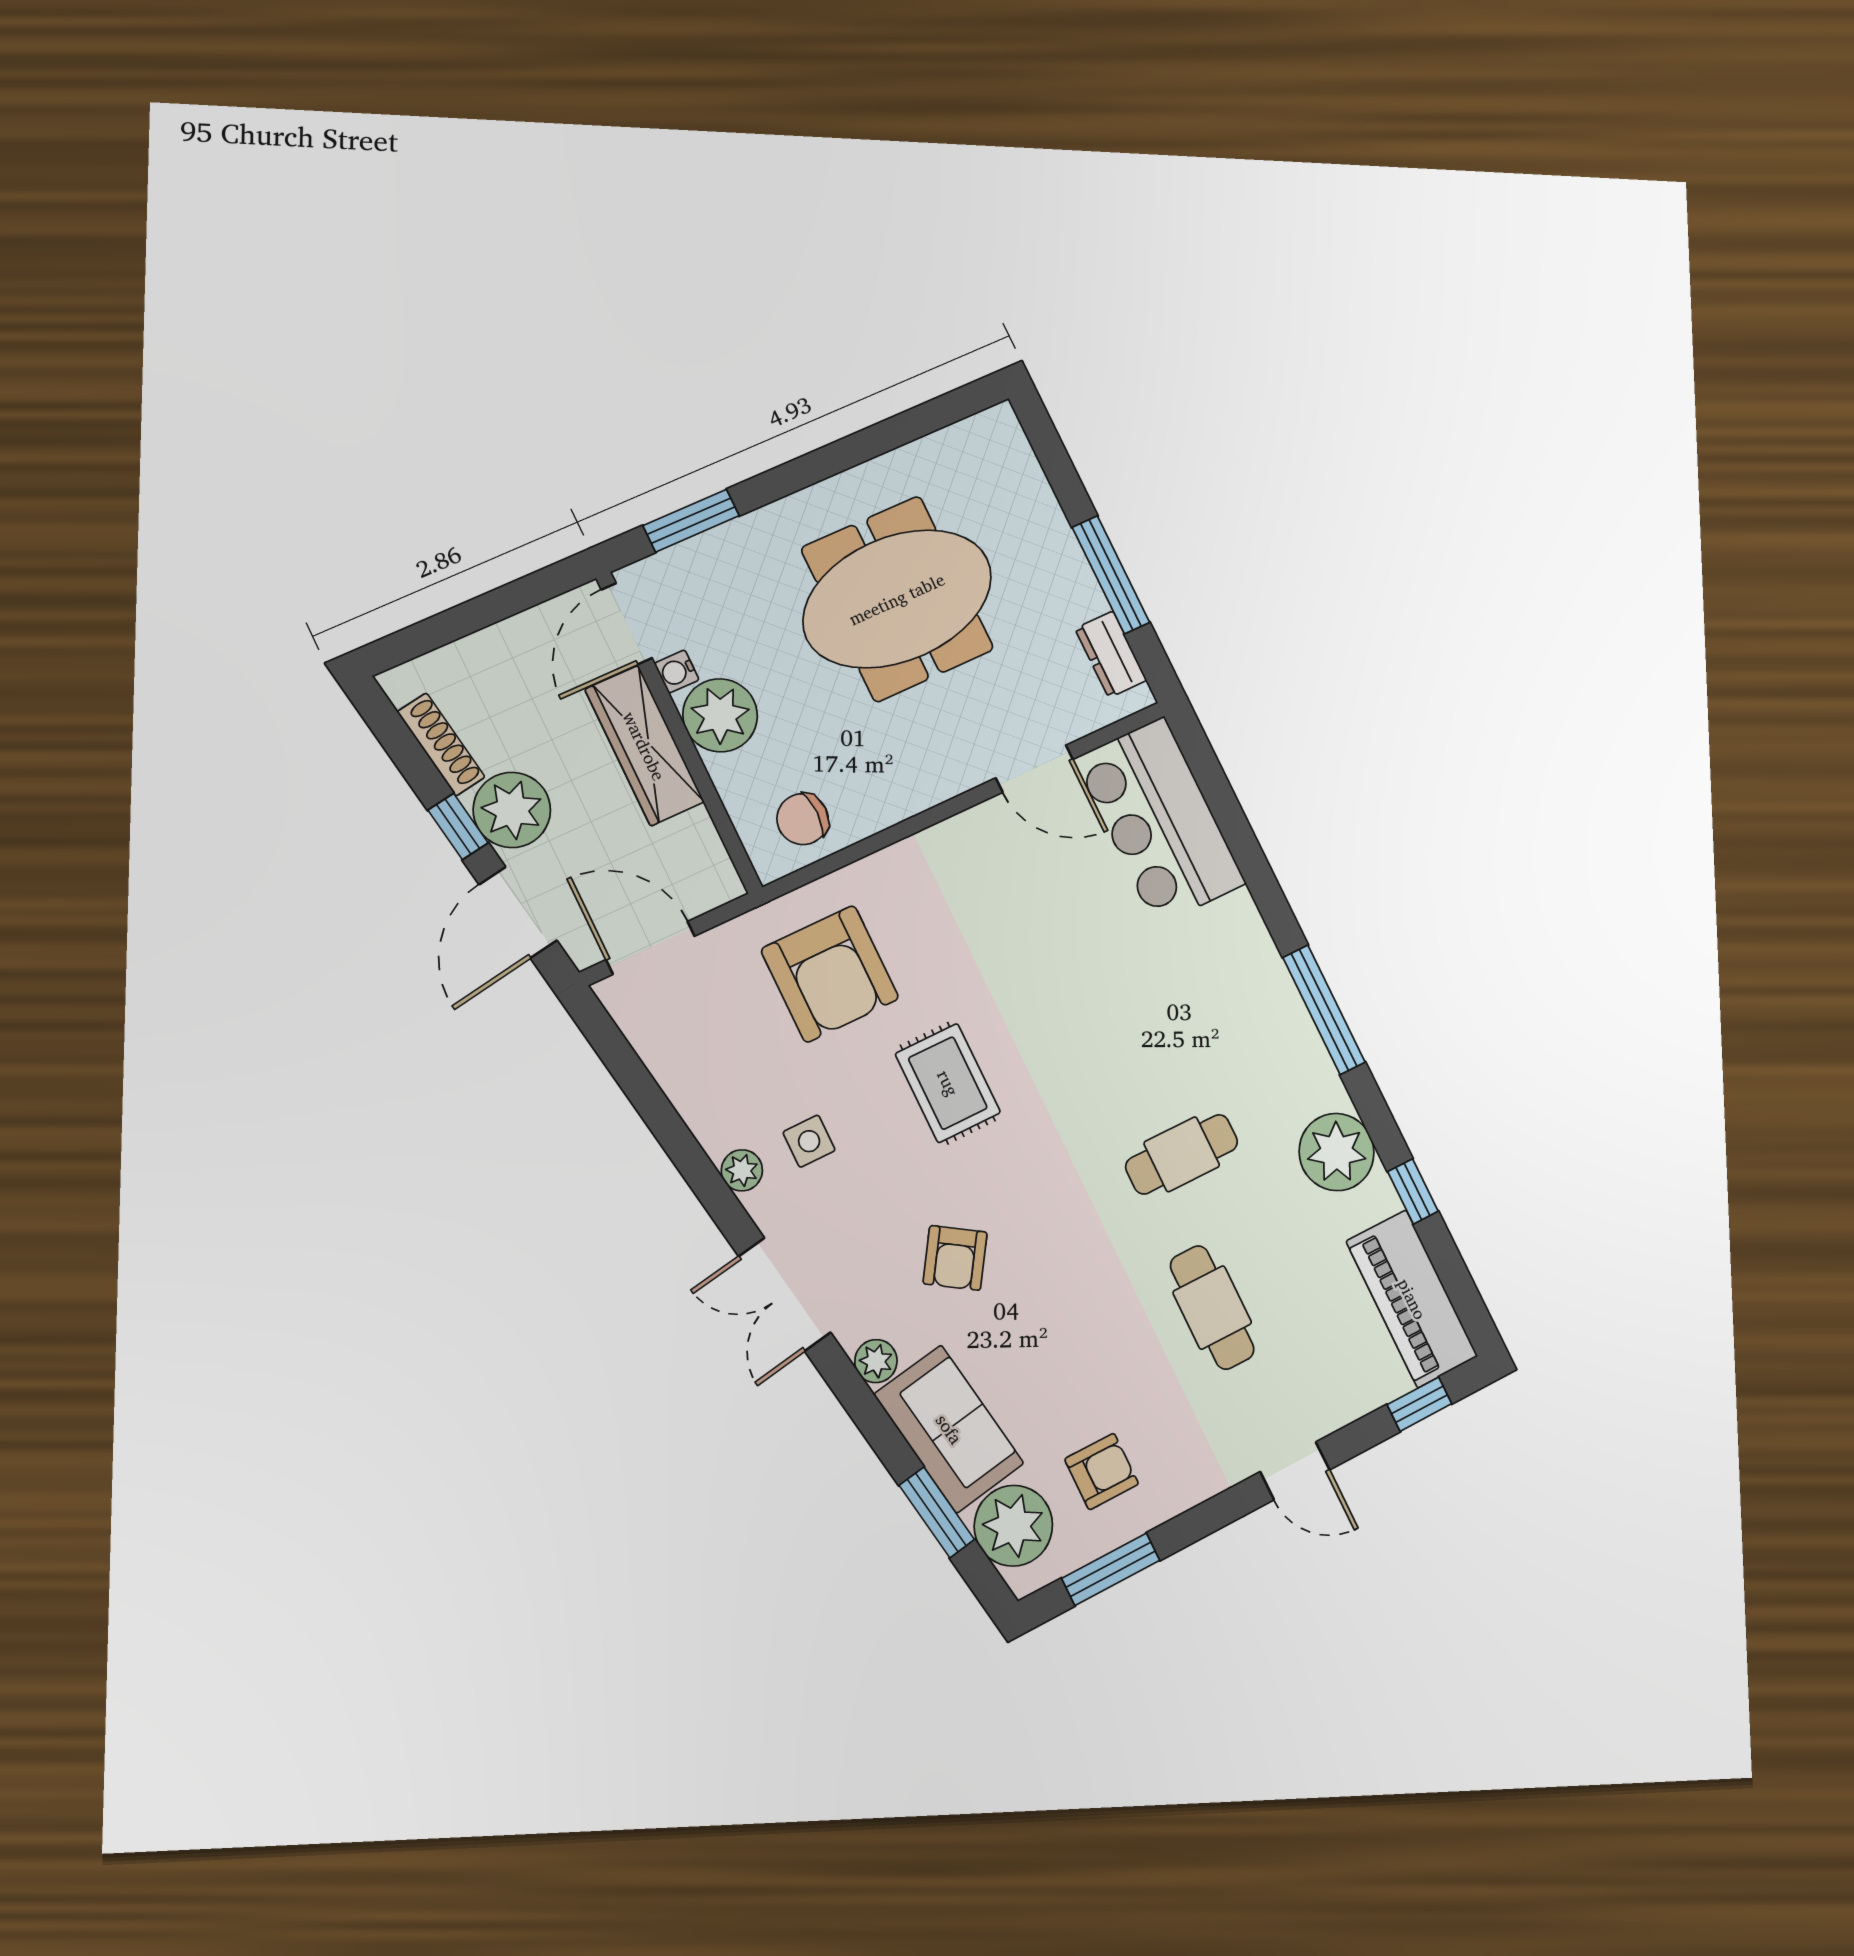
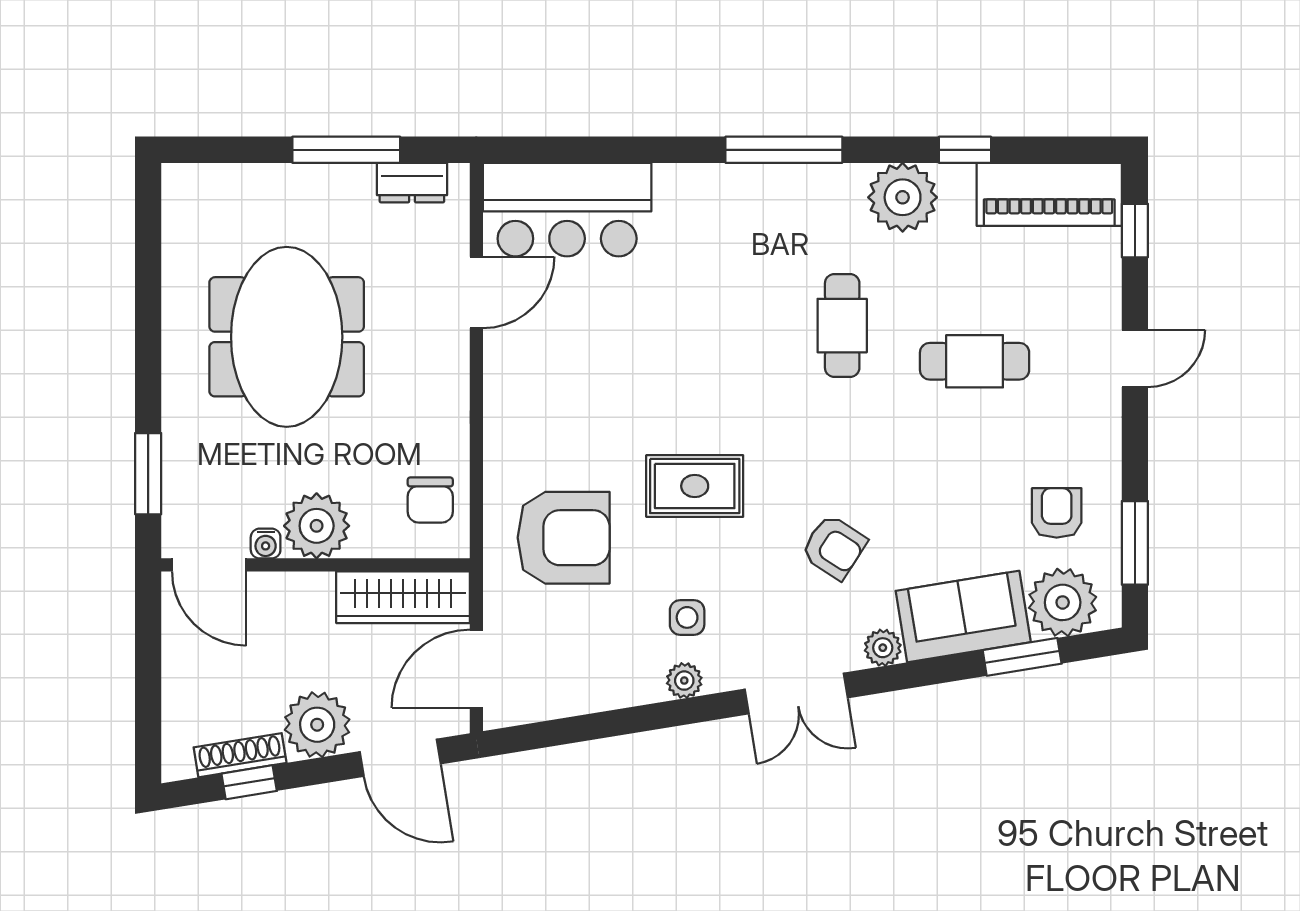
wardrobe: (644, 746) -> (403, 597), moved
window: (458, 827) -> (249, 782), moved

